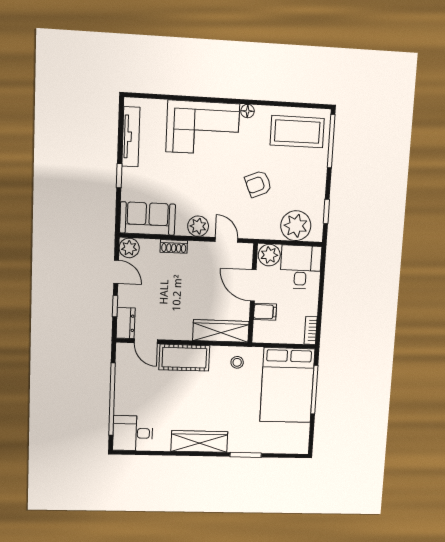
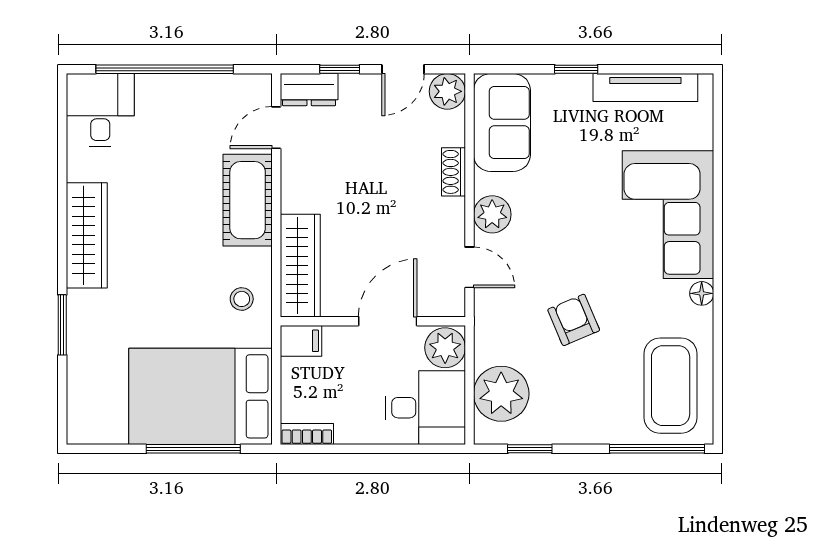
door: (226, 240) -> (469, 267), hinge flipped
filing cabinet: (265, 312) -> (301, 341), moved, turned -90

